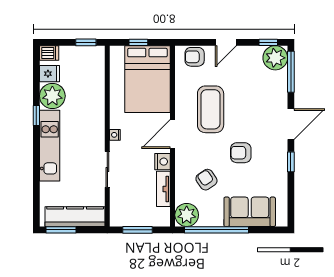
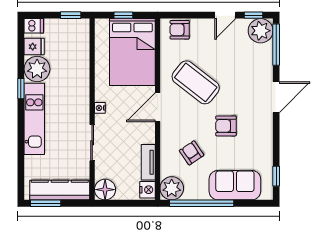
door: (226, 42) -> (225, 15), moved
coffee table: (211, 109) -> (196, 82), turned -52
nightstand: (162, 162) -> (147, 190), moved
window: (291, 162) -> (276, 176), moved
floor lamp: (120, 216) -> (105, 190), added
window: (138, 230) -> (122, 203), removed

